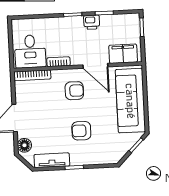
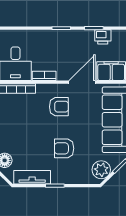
printer: (92, 22) -> (103, 37), moved
door: (95, 66) -> (82, 82), swing flipped
plant: (118, 150) -> (101, 170), added

